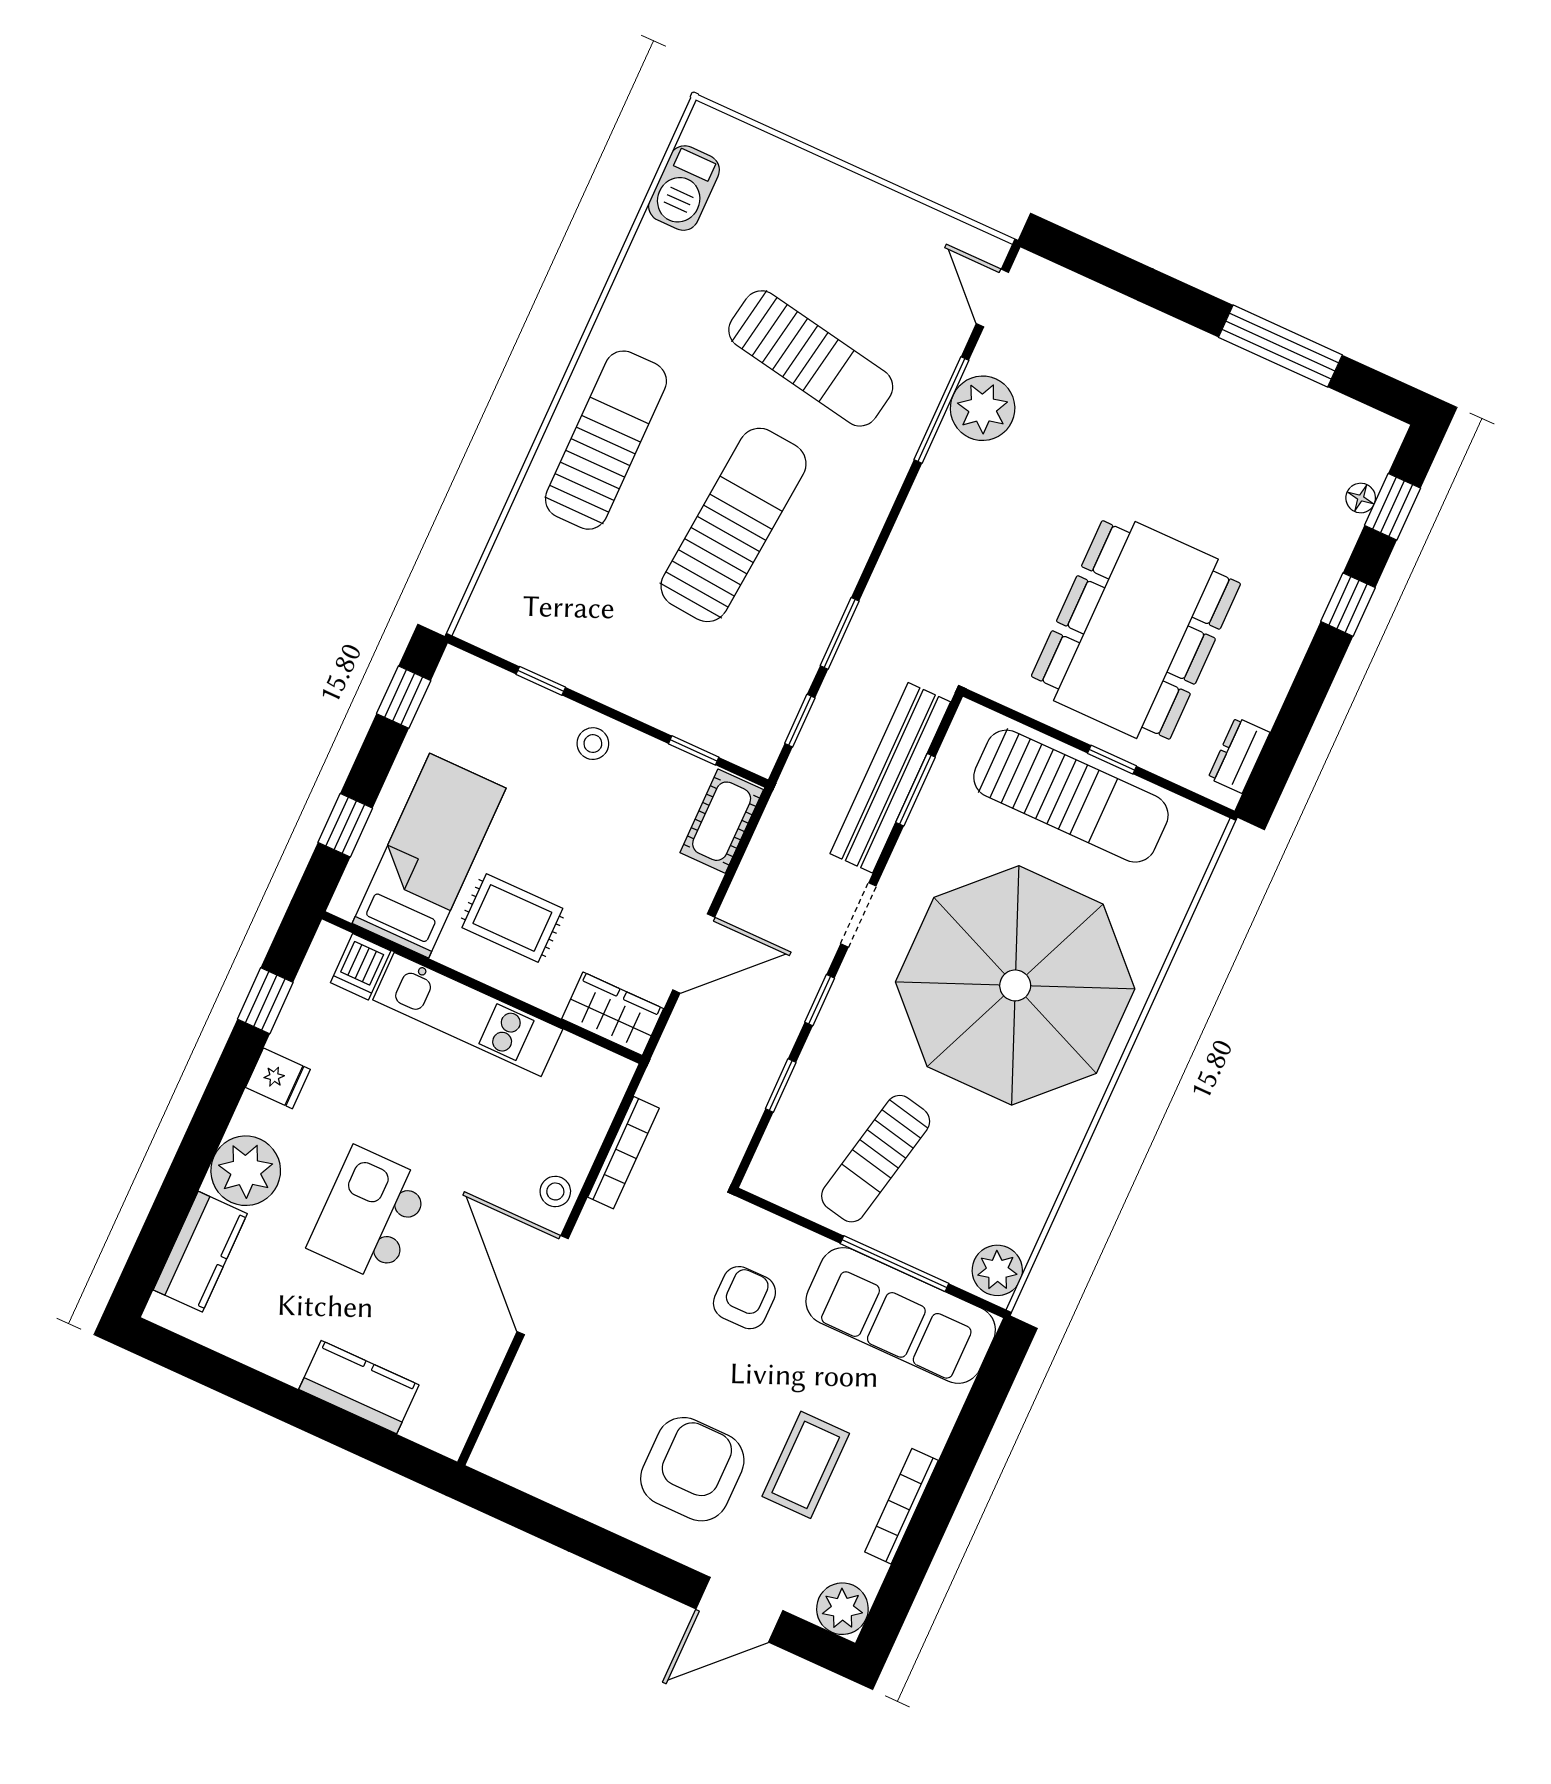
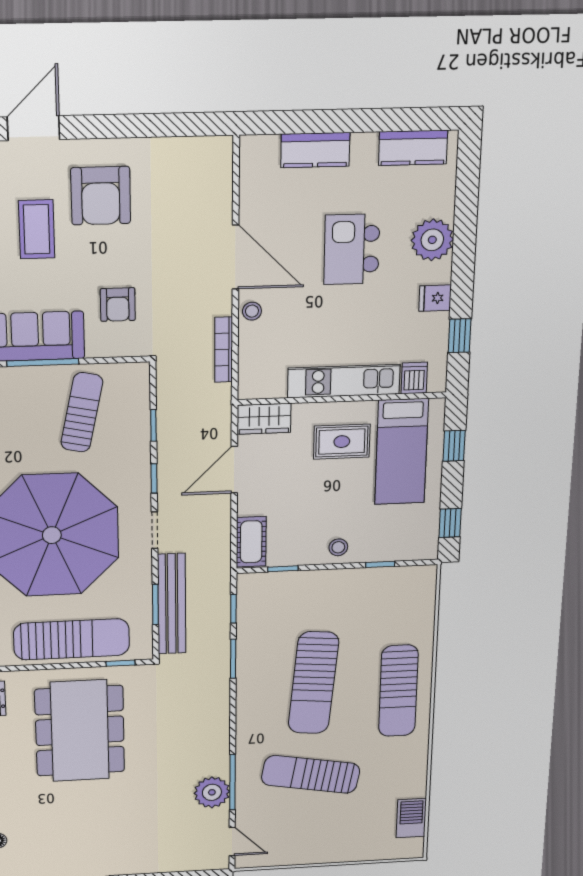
window: (1112, 760) -> (121, 663), moved
sun lounger: (1071, 796) -> (72, 639), turned 180
kitchen island: (369, 1214) -> (352, 249), turned 180
kitchen counter: (200, 1252) -> (413, 148), moved, turned -90

